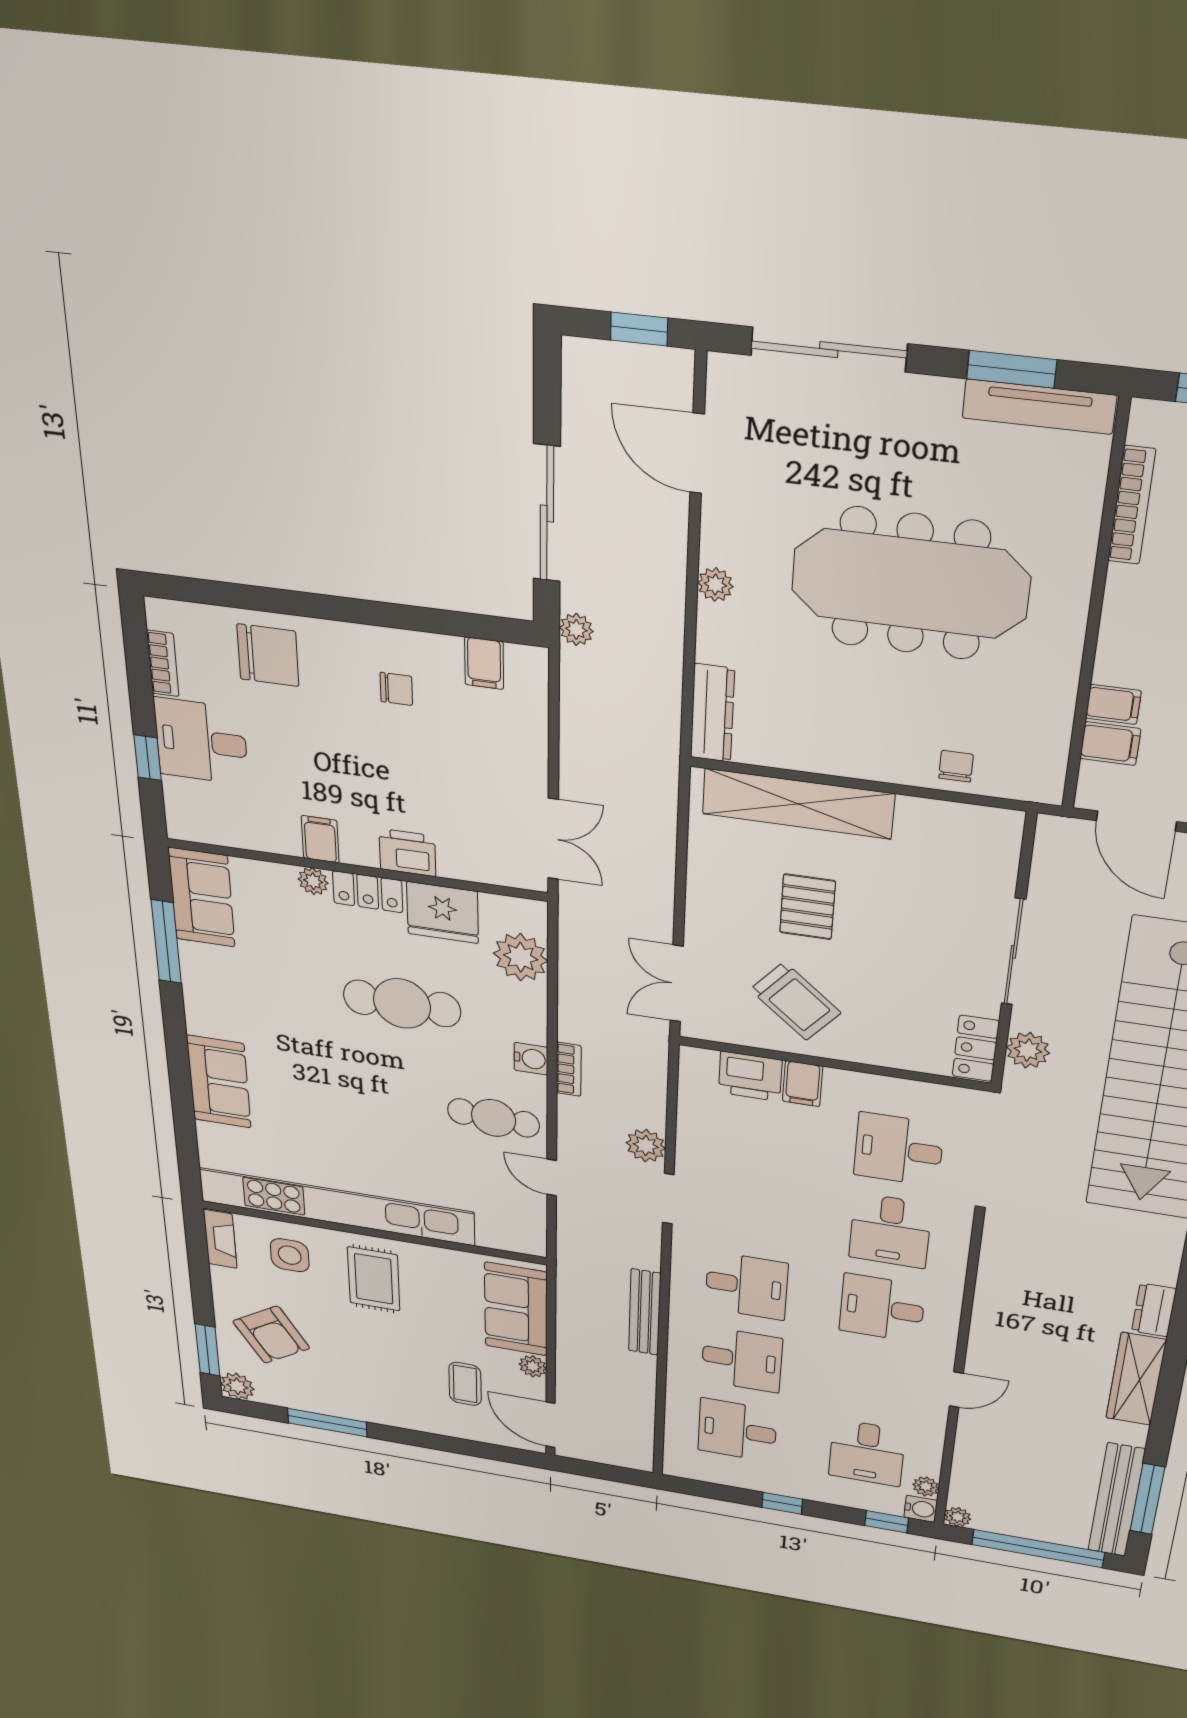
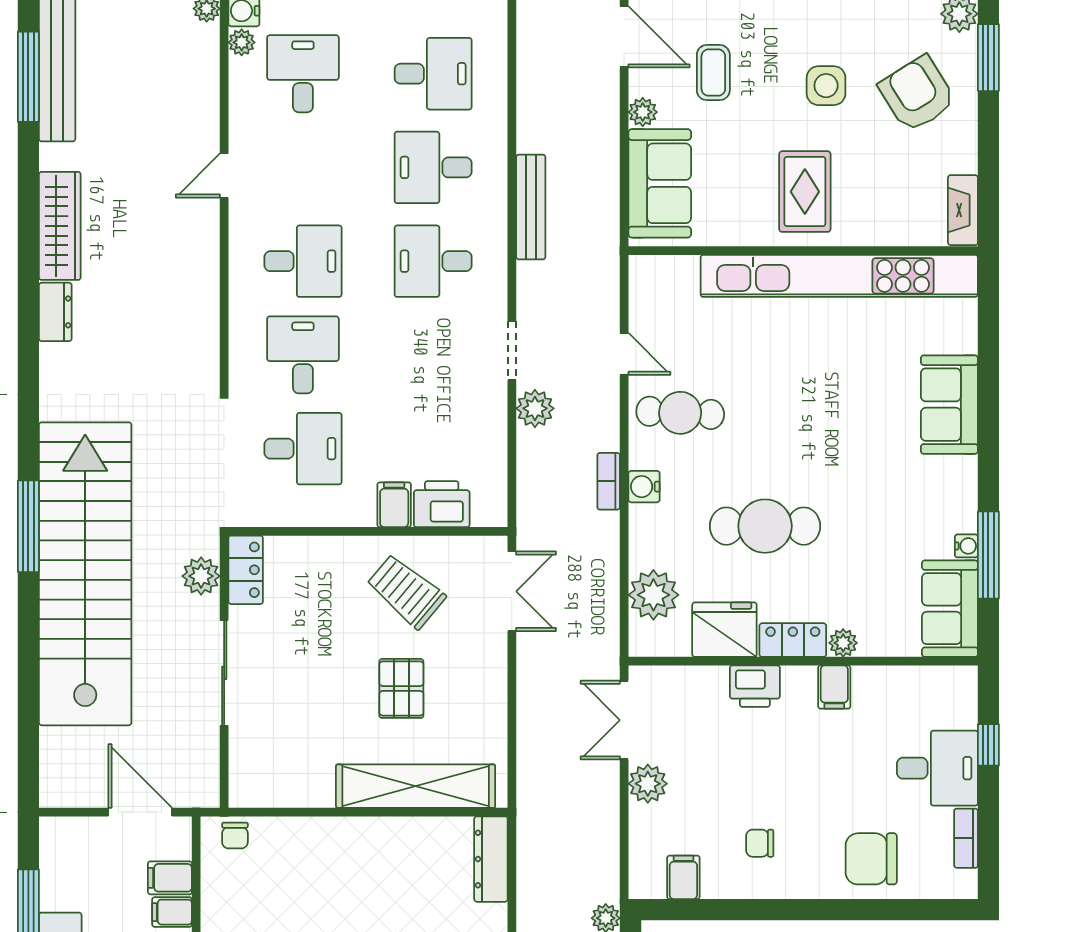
chair: (956, 766) -> (235, 835), moved
plant: (526, 770) -> (648, 784), added
water cooler: (190, 954) -> (966, 546), added
side table: (290, 1255) -> (826, 86), moved

